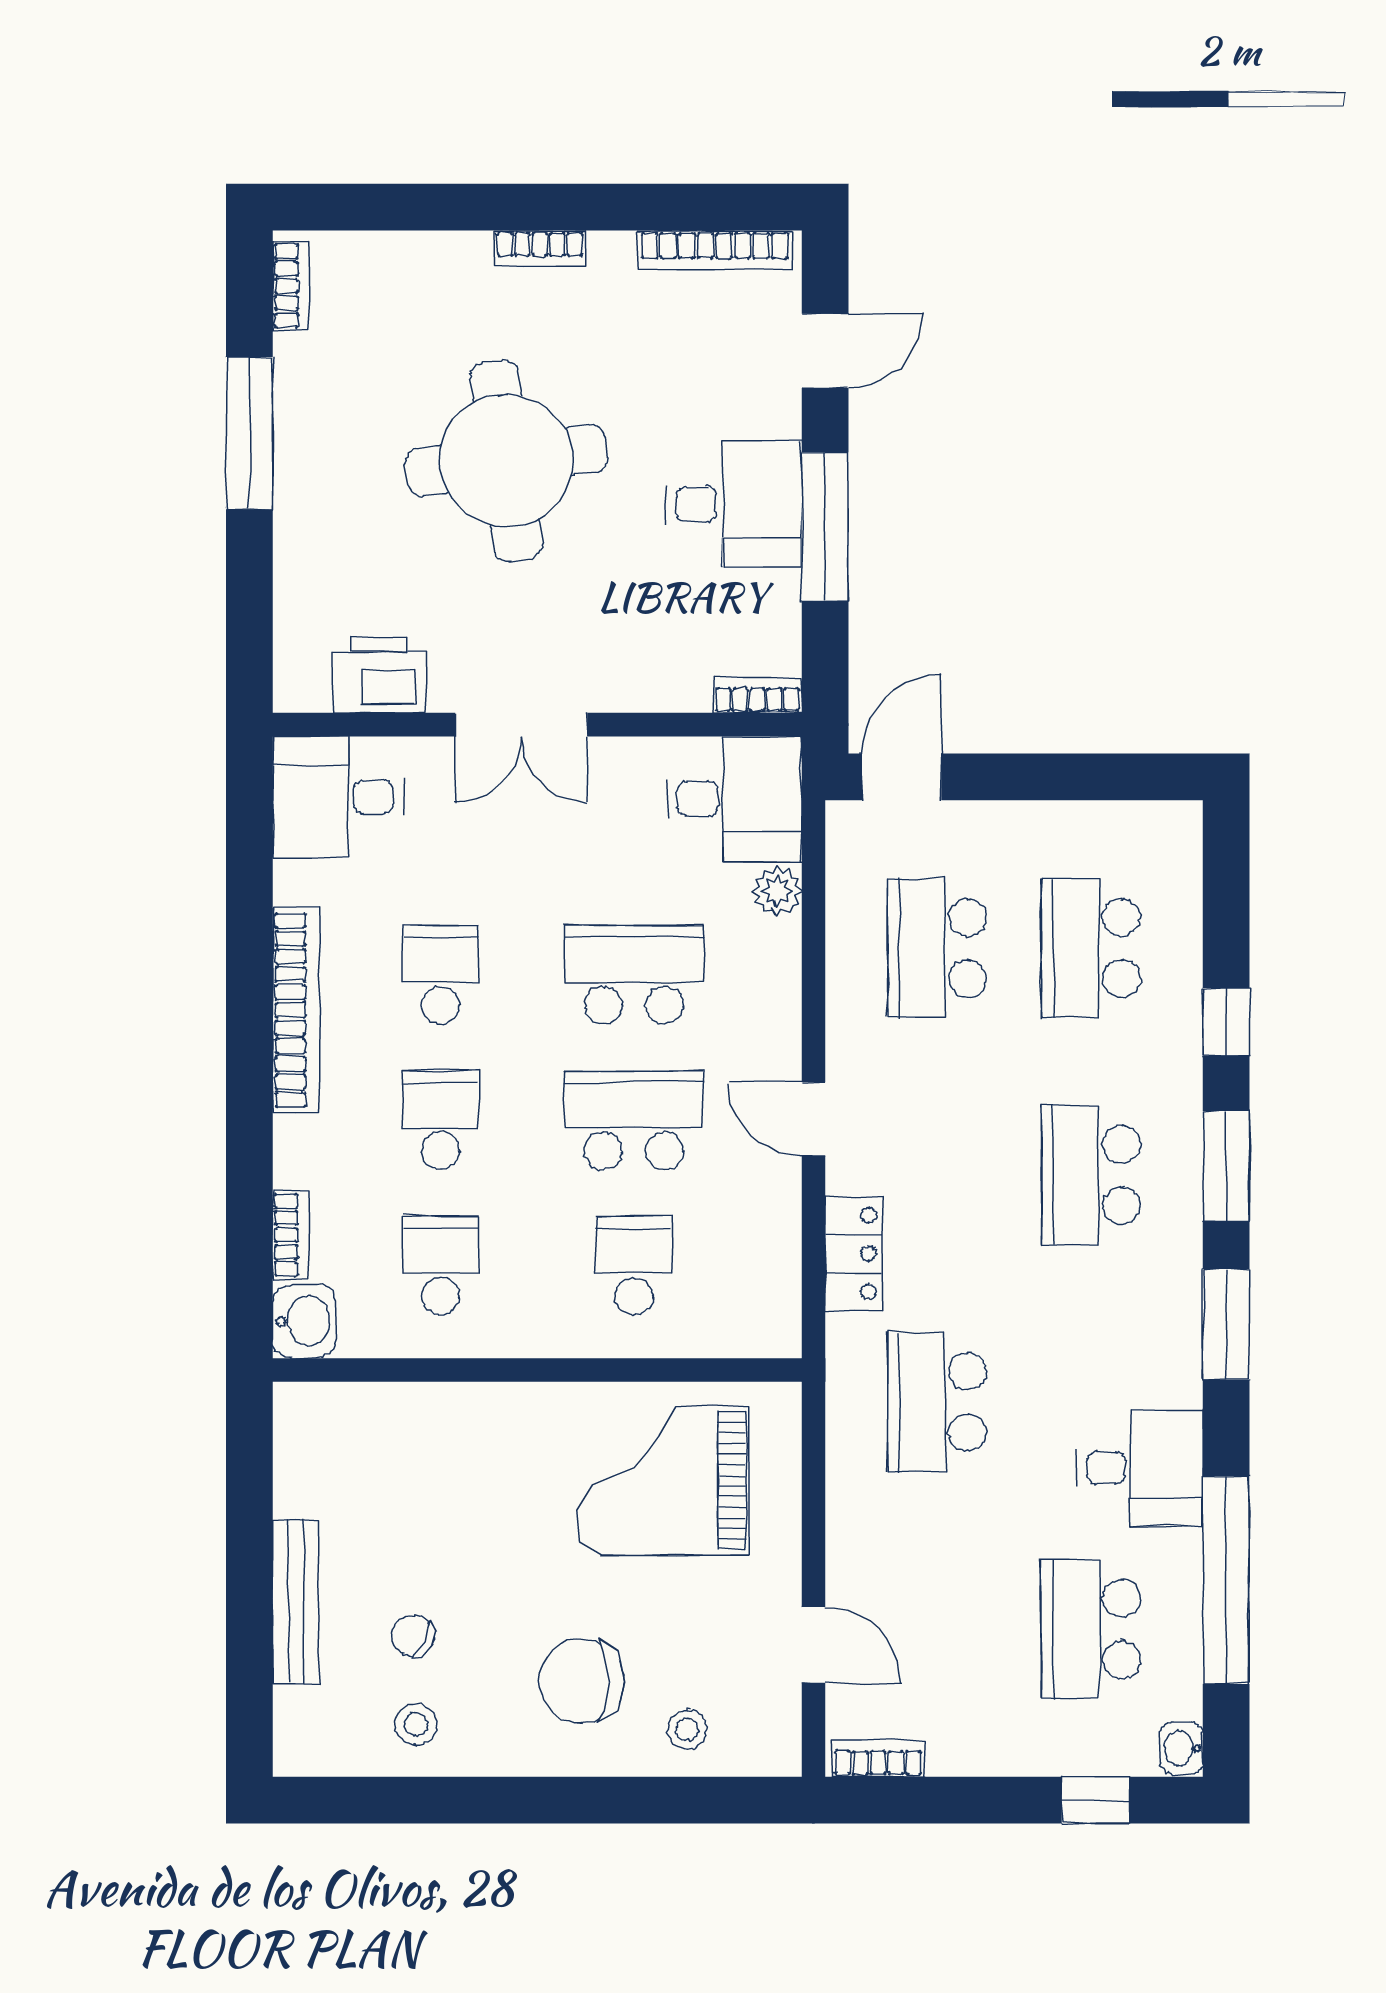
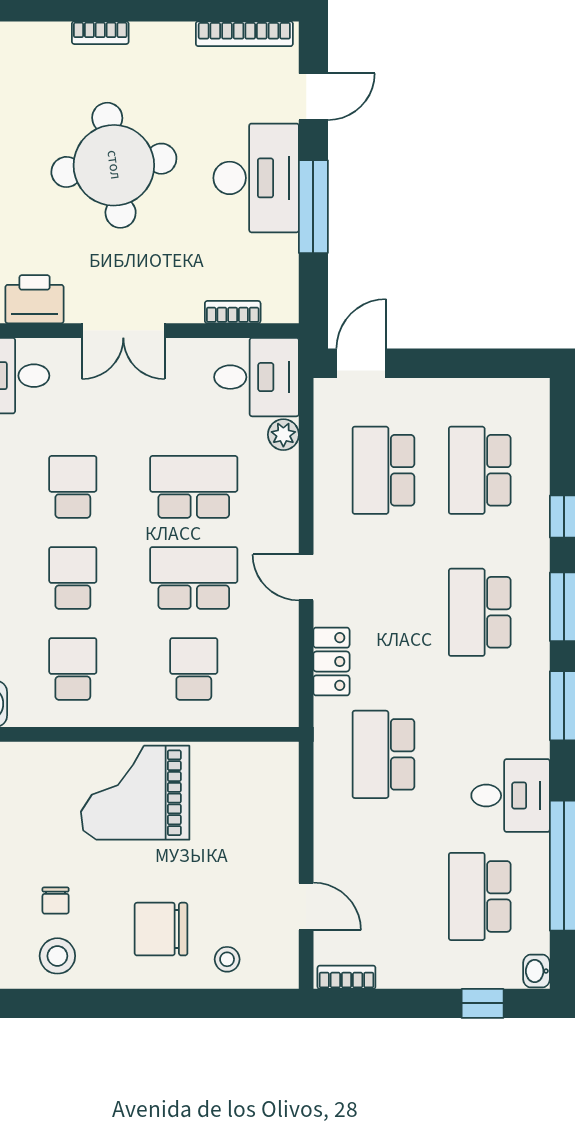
bookcase: (540, 249) -> (100, 33), moved
desk: (733, 504) -> (256, 178), width x1.37
bookcase: (757, 695) -> (233, 312), moved
grand piano: (663, 1480) -> (135, 793), moved
chair: (413, 1636) -> (56, 901), turned -117
stool: (416, 1724) -> (57, 956), width x1.37, depth x1.37

